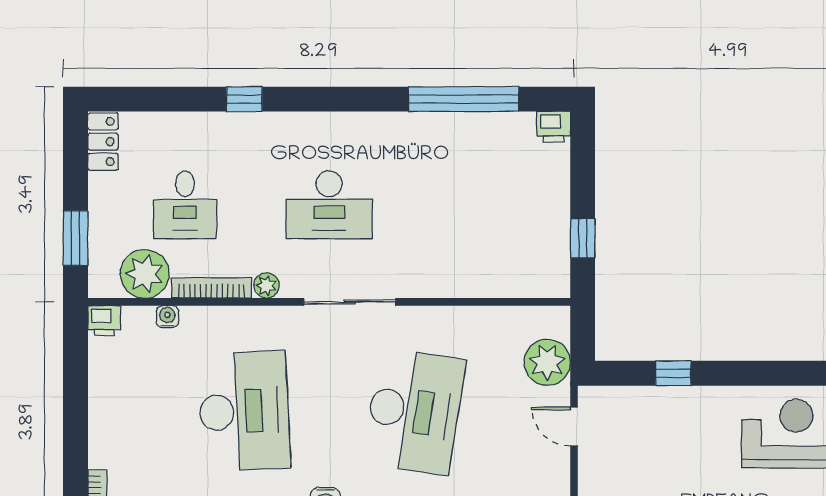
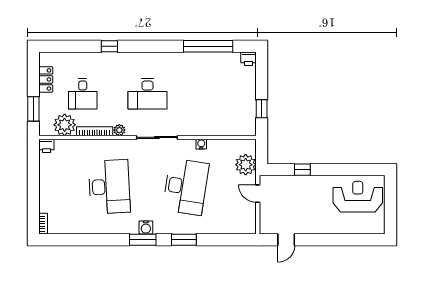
locker: (103, 142) -> (46, 79), moved
water cooler: (167, 317) -> (201, 144), moved

